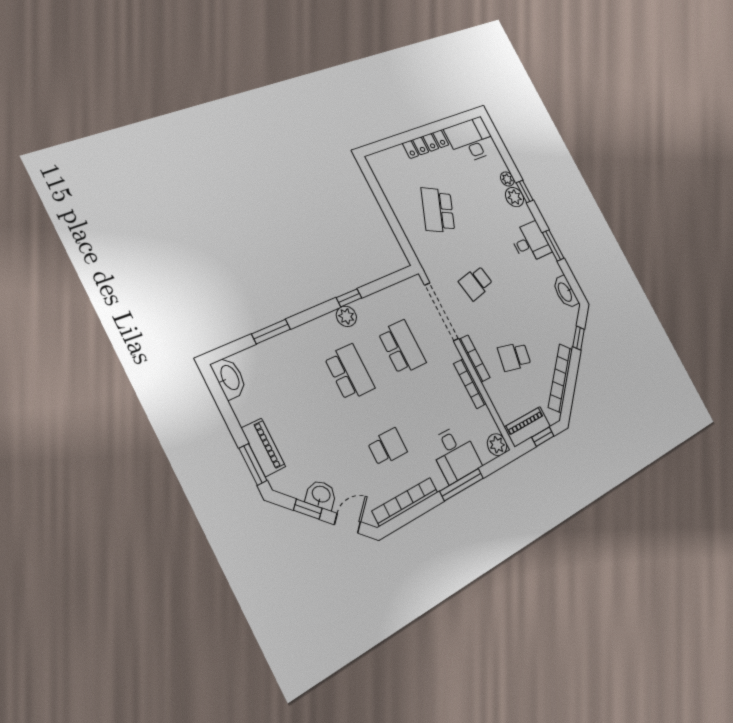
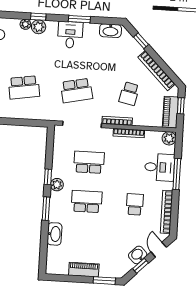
school desk: (438, 210) -> (24, 87), turned -33
school desk: (476, 283) -> (77, 91), width x1.85
window: (271, 332) -> (46, 209), moved
washbasin: (229, 378) -> (54, 234), moved, turned 90
piano: (263, 447) -> (84, 270), moved

